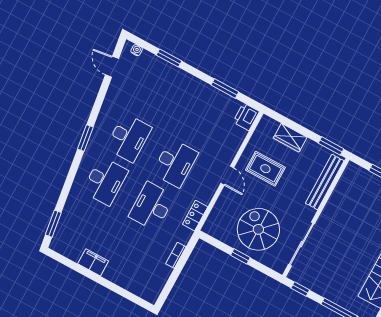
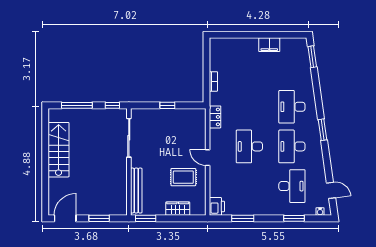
desk: (152, 206) -> (292, 186), moved
spiral stairs: (258, 229) -> (165, 131), removed

